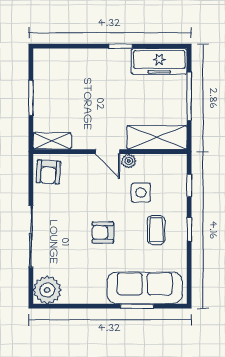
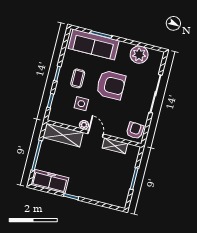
shelving: (52, 141) -> (115, 146), moved
armchair: (103, 232) -> (111, 85), width x1.88, depth x1.88
plant: (47, 290) -> (139, 55), moved

